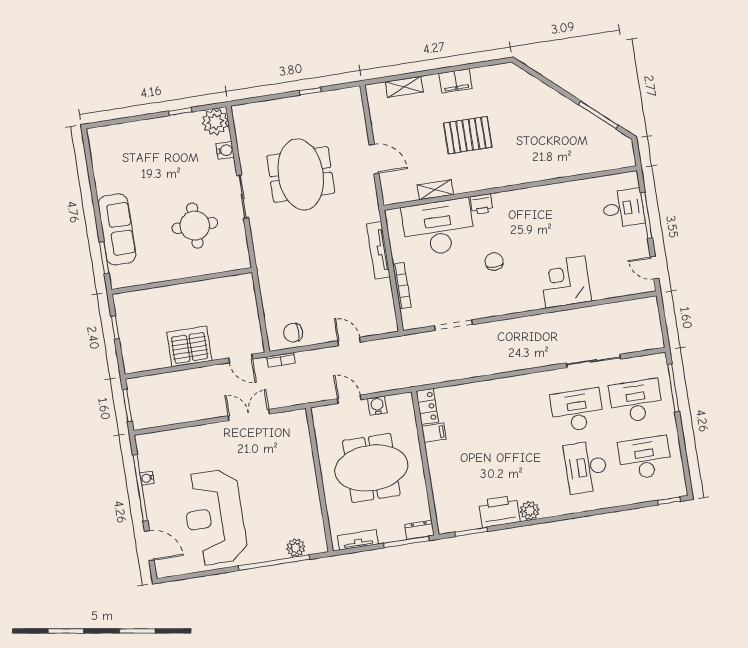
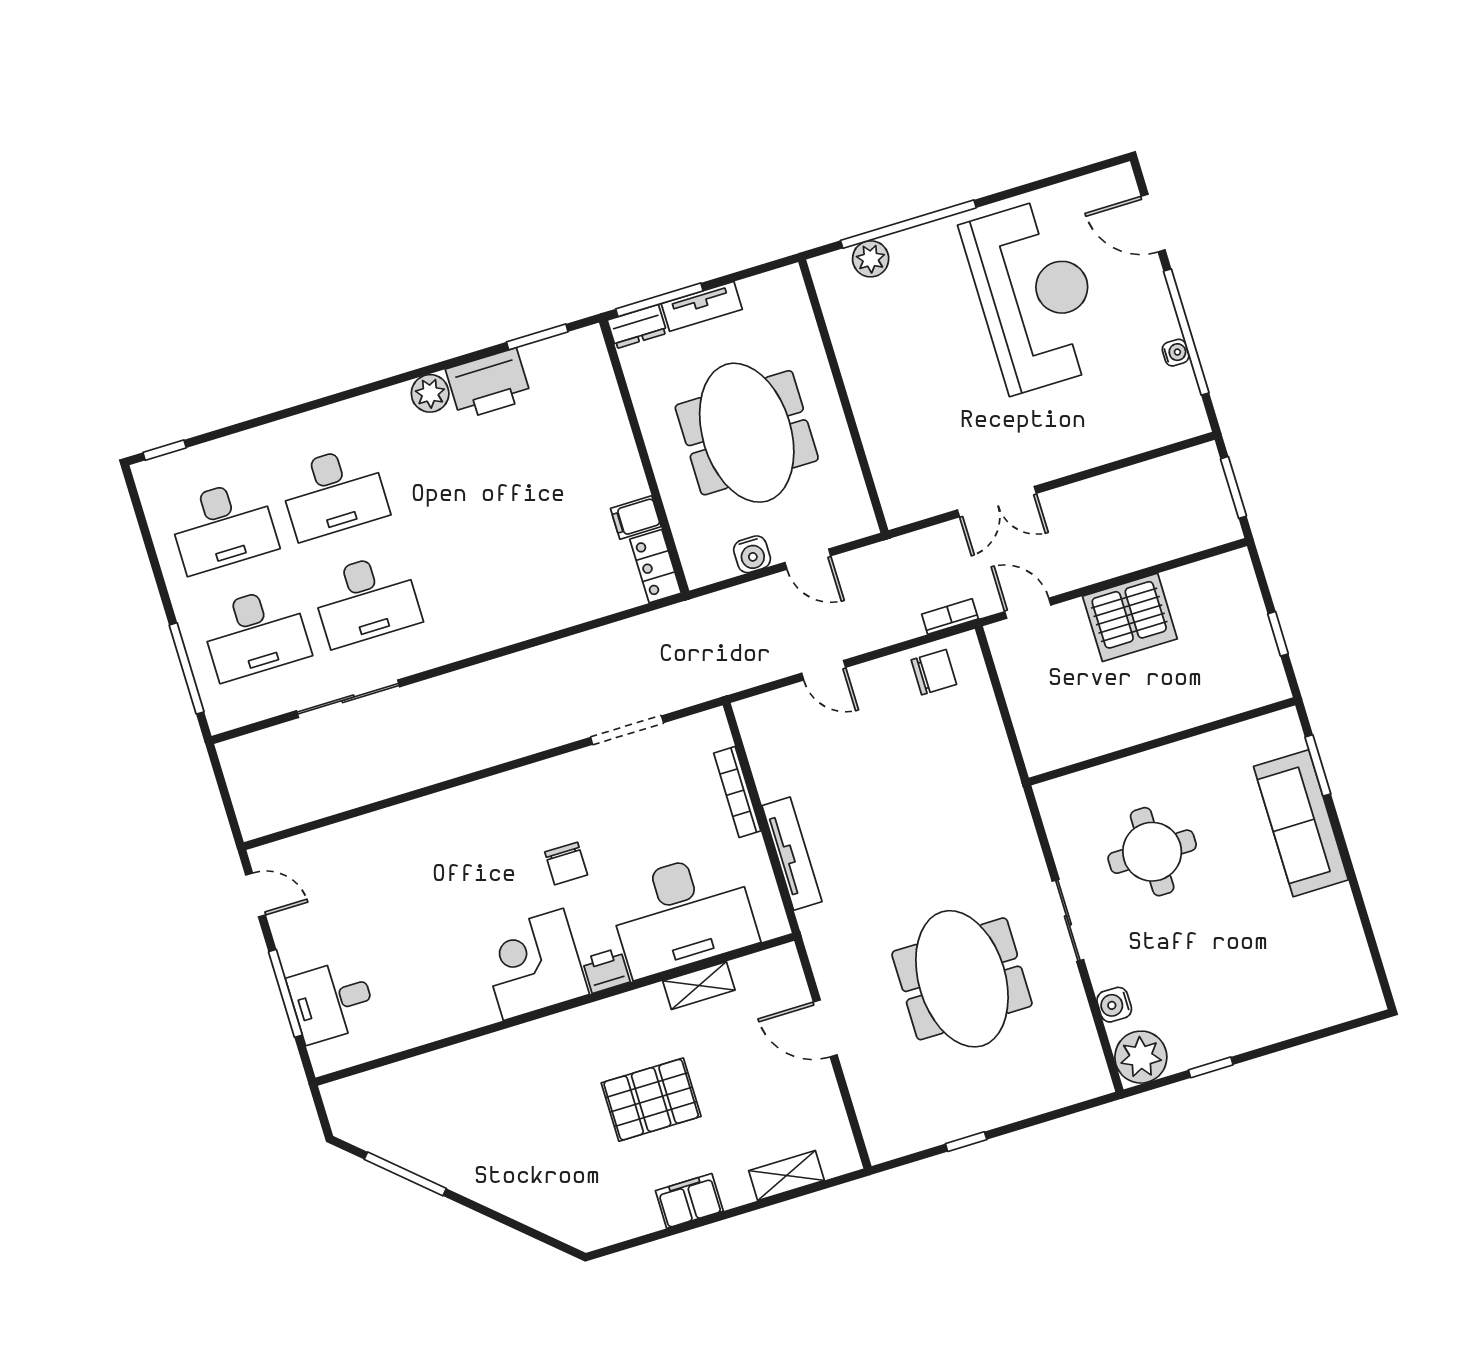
corner desk: (565, 282) -> (533, 964), moved, turned 180
desk: (586, 467) -> (334, 493), turned 90
meeting table: (371, 468) -> (747, 433), turned 90
tv unit: (358, 540) -> (702, 306), moved

